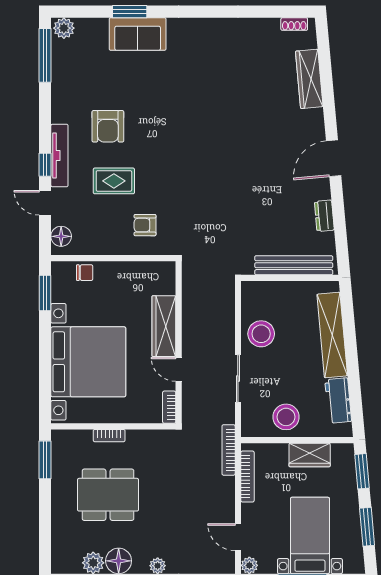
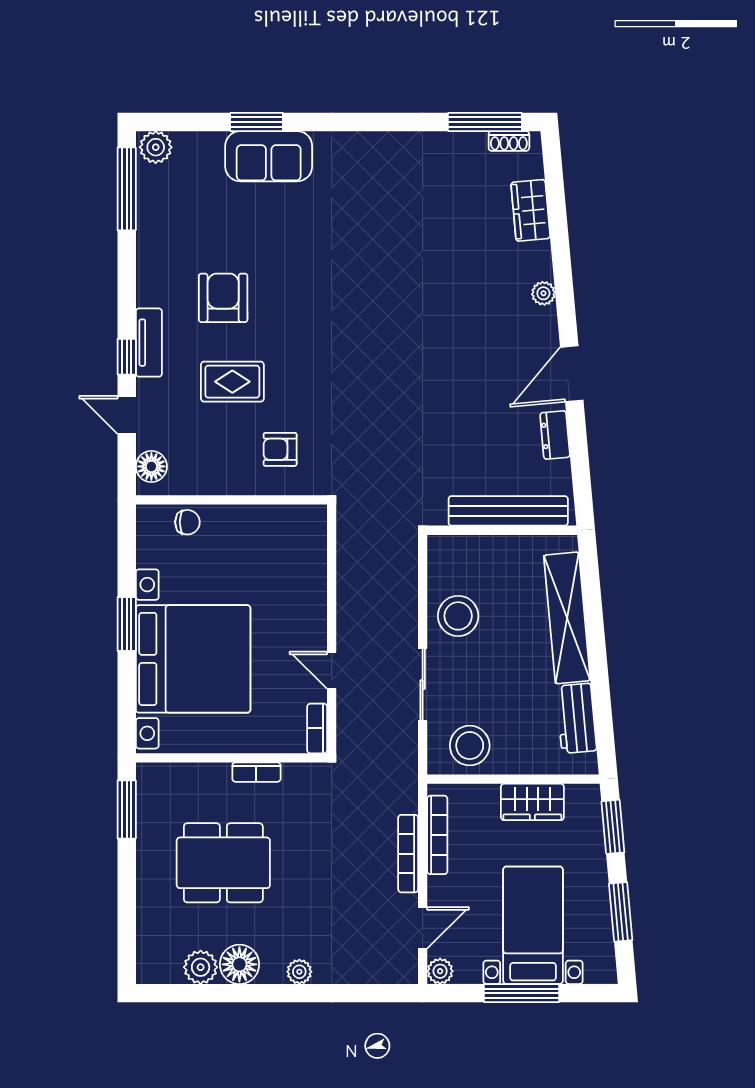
window: (279, 12) -> (485, 122), added
wardrobe: (309, 79) -> (531, 210), width x0.67
plant: (317, 123) -> (543, 293), added
armchair: (108, 126) -> (223, 298), turned 180
tv unit: (59, 155) -> (149, 343), width x0.71
door: (334, 158) -> (572, 374), moved
window: (45, 293) -> (127, 624), moved
wardrobe: (164, 326) -> (309, 604), removed
stool: (286, 417) -> (470, 746), moved
bookcase: (109, 436) -> (256, 772), moved
bookcase: (229, 450) -> (408, 854), moved
door: (238, 537) -> (423, 928), swing flipped

